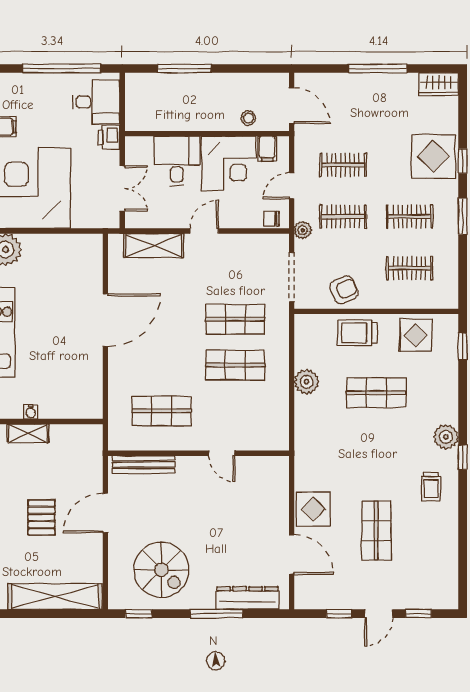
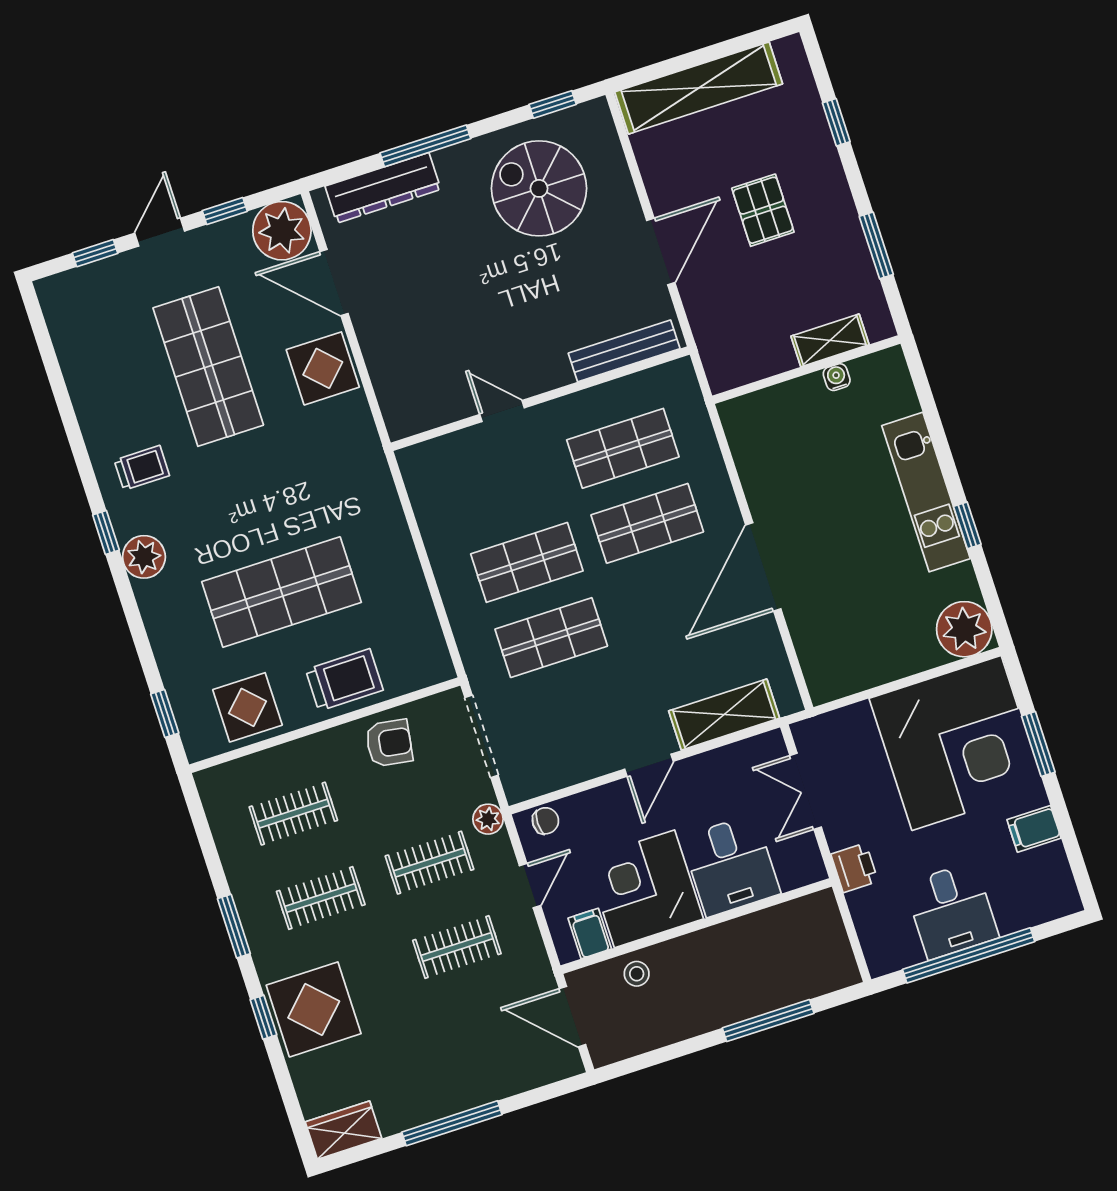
desk: (96, 102) -> (952, 911), moved, turned -90
armchair: (344, 290) -> (389, 743), turned -146
shop shelf: (162, 365) -> (647, 523), added
plant: (307, 382) -> (282, 231), moved, width x1.36, depth x1.36
shop shelf: (376, 393) -> (281, 592), width x1.43, depth x1.36
trolley: (431, 487) -> (142, 468), turned 90
shop shelf: (376, 531) -> (208, 367), width x1.43, depth x1.36

